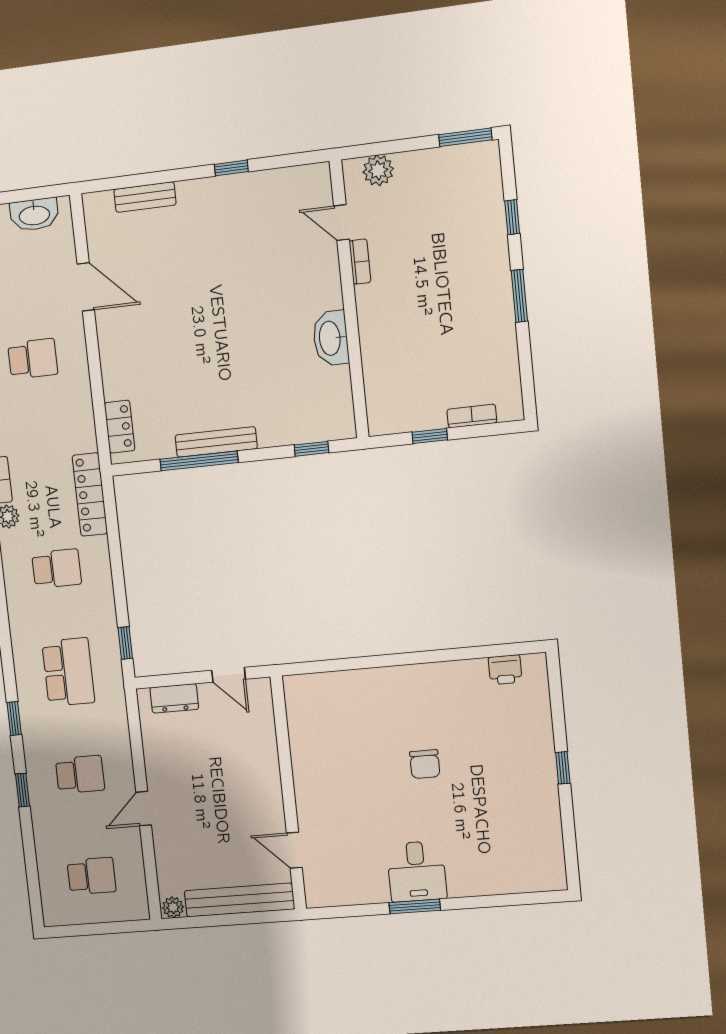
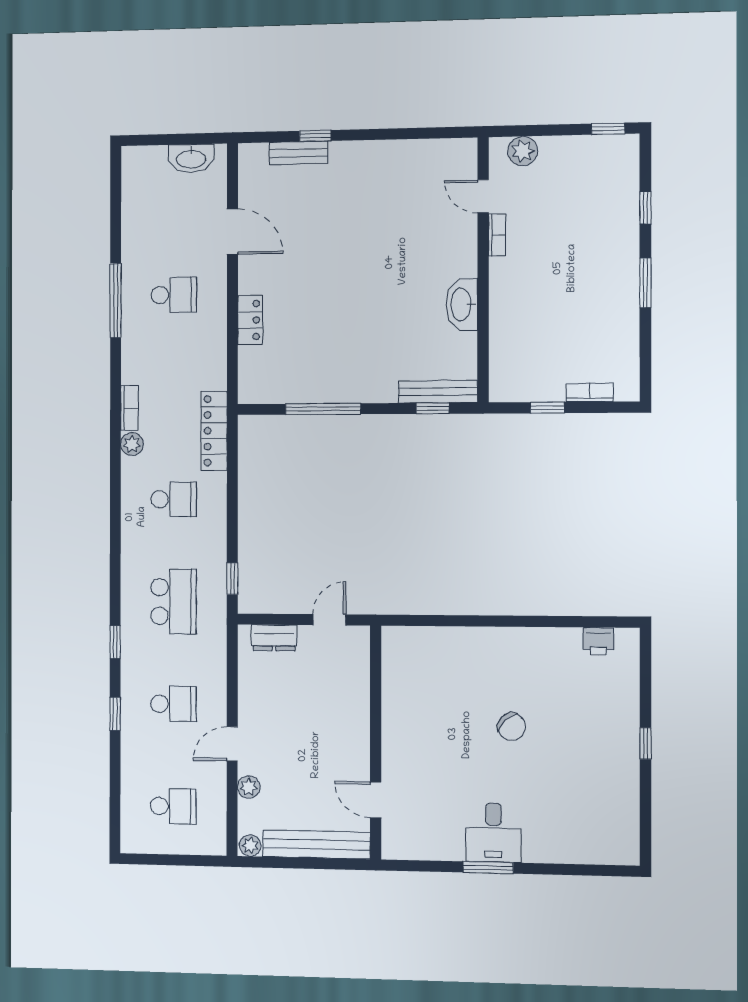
window: (465, 137) -> (608, 129), width x0.67
window: (231, 168) -> (315, 136), moved
locker: (120, 427) -> (250, 320), moved
bench: (216, 442) -> (438, 392), moved
door: (229, 675) -> (329, 620), swing flipped
chair: (425, 764) -> (512, 727), turned -45
plant: (165, 850) -> (249, 787), added

